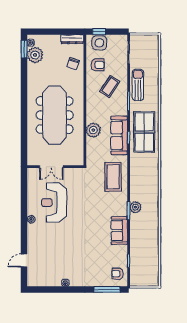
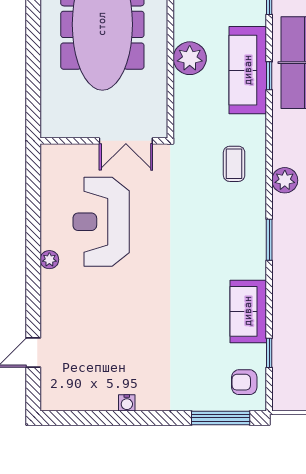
double door: (51, 167) -> (126, 141), moved
coffee table: (113, 177) -> (234, 164), width x0.54, depth x0.58
plant: (135, 207) -> (285, 180), moved
sofa: (119, 231) -> (248, 311), moved

